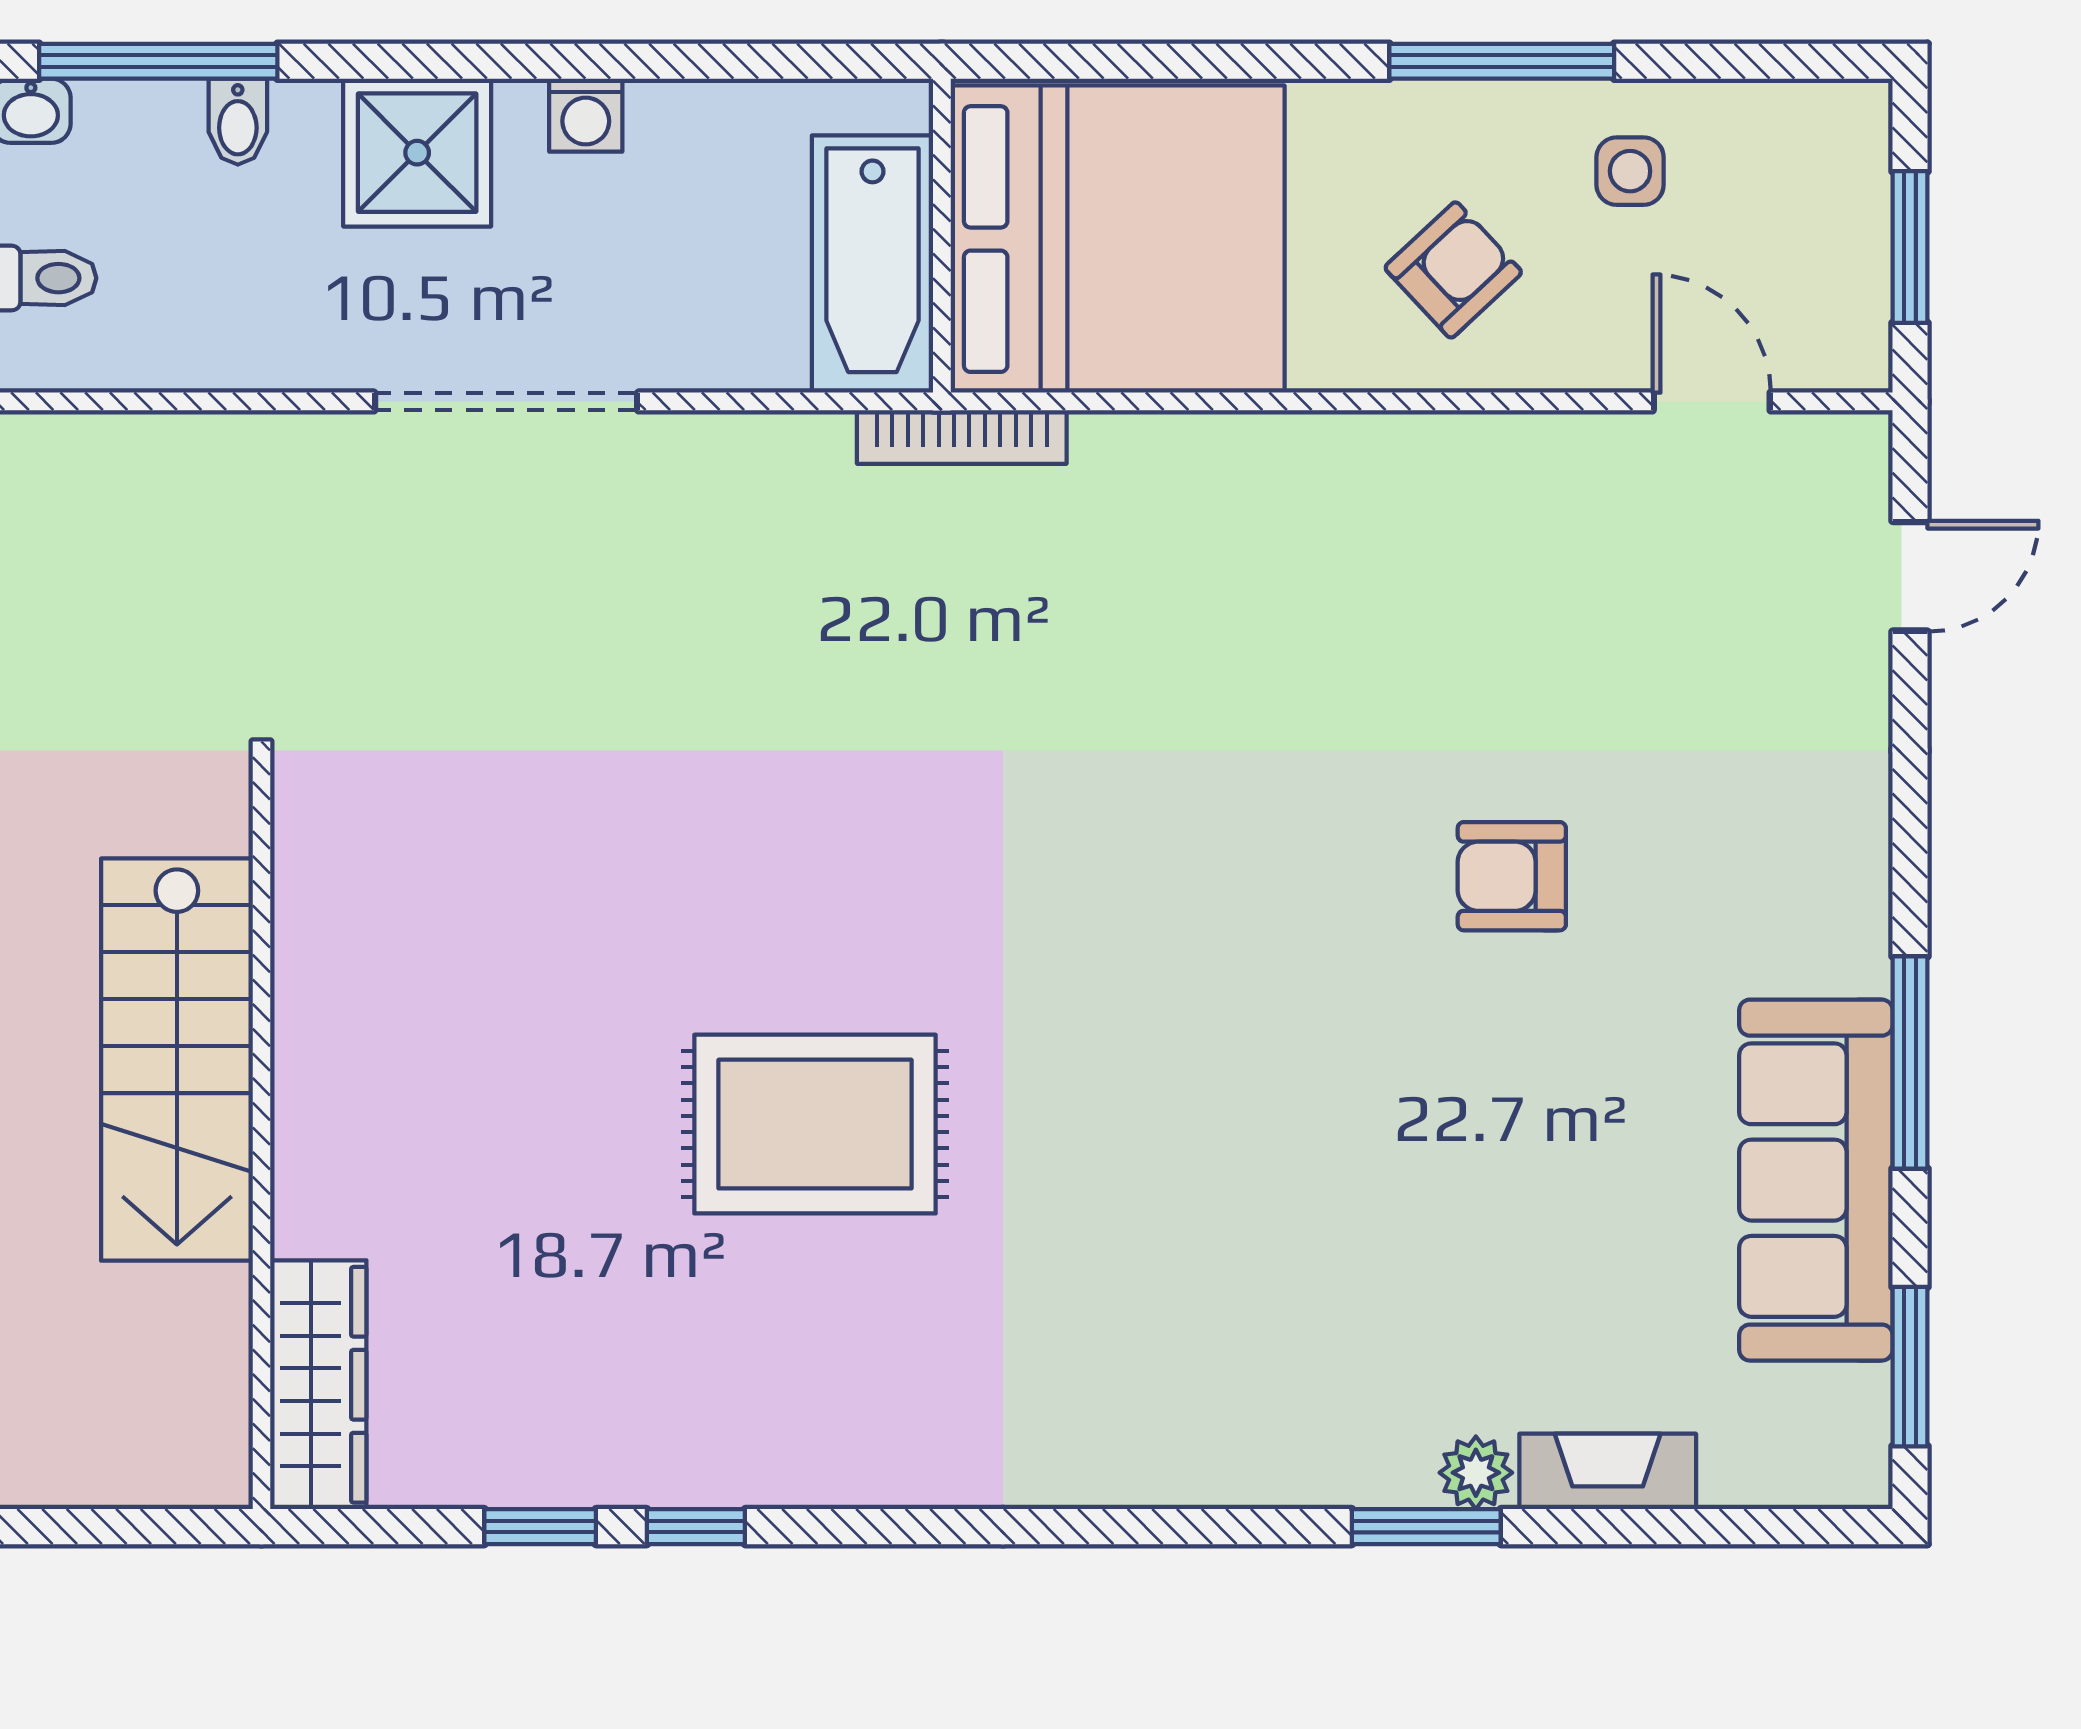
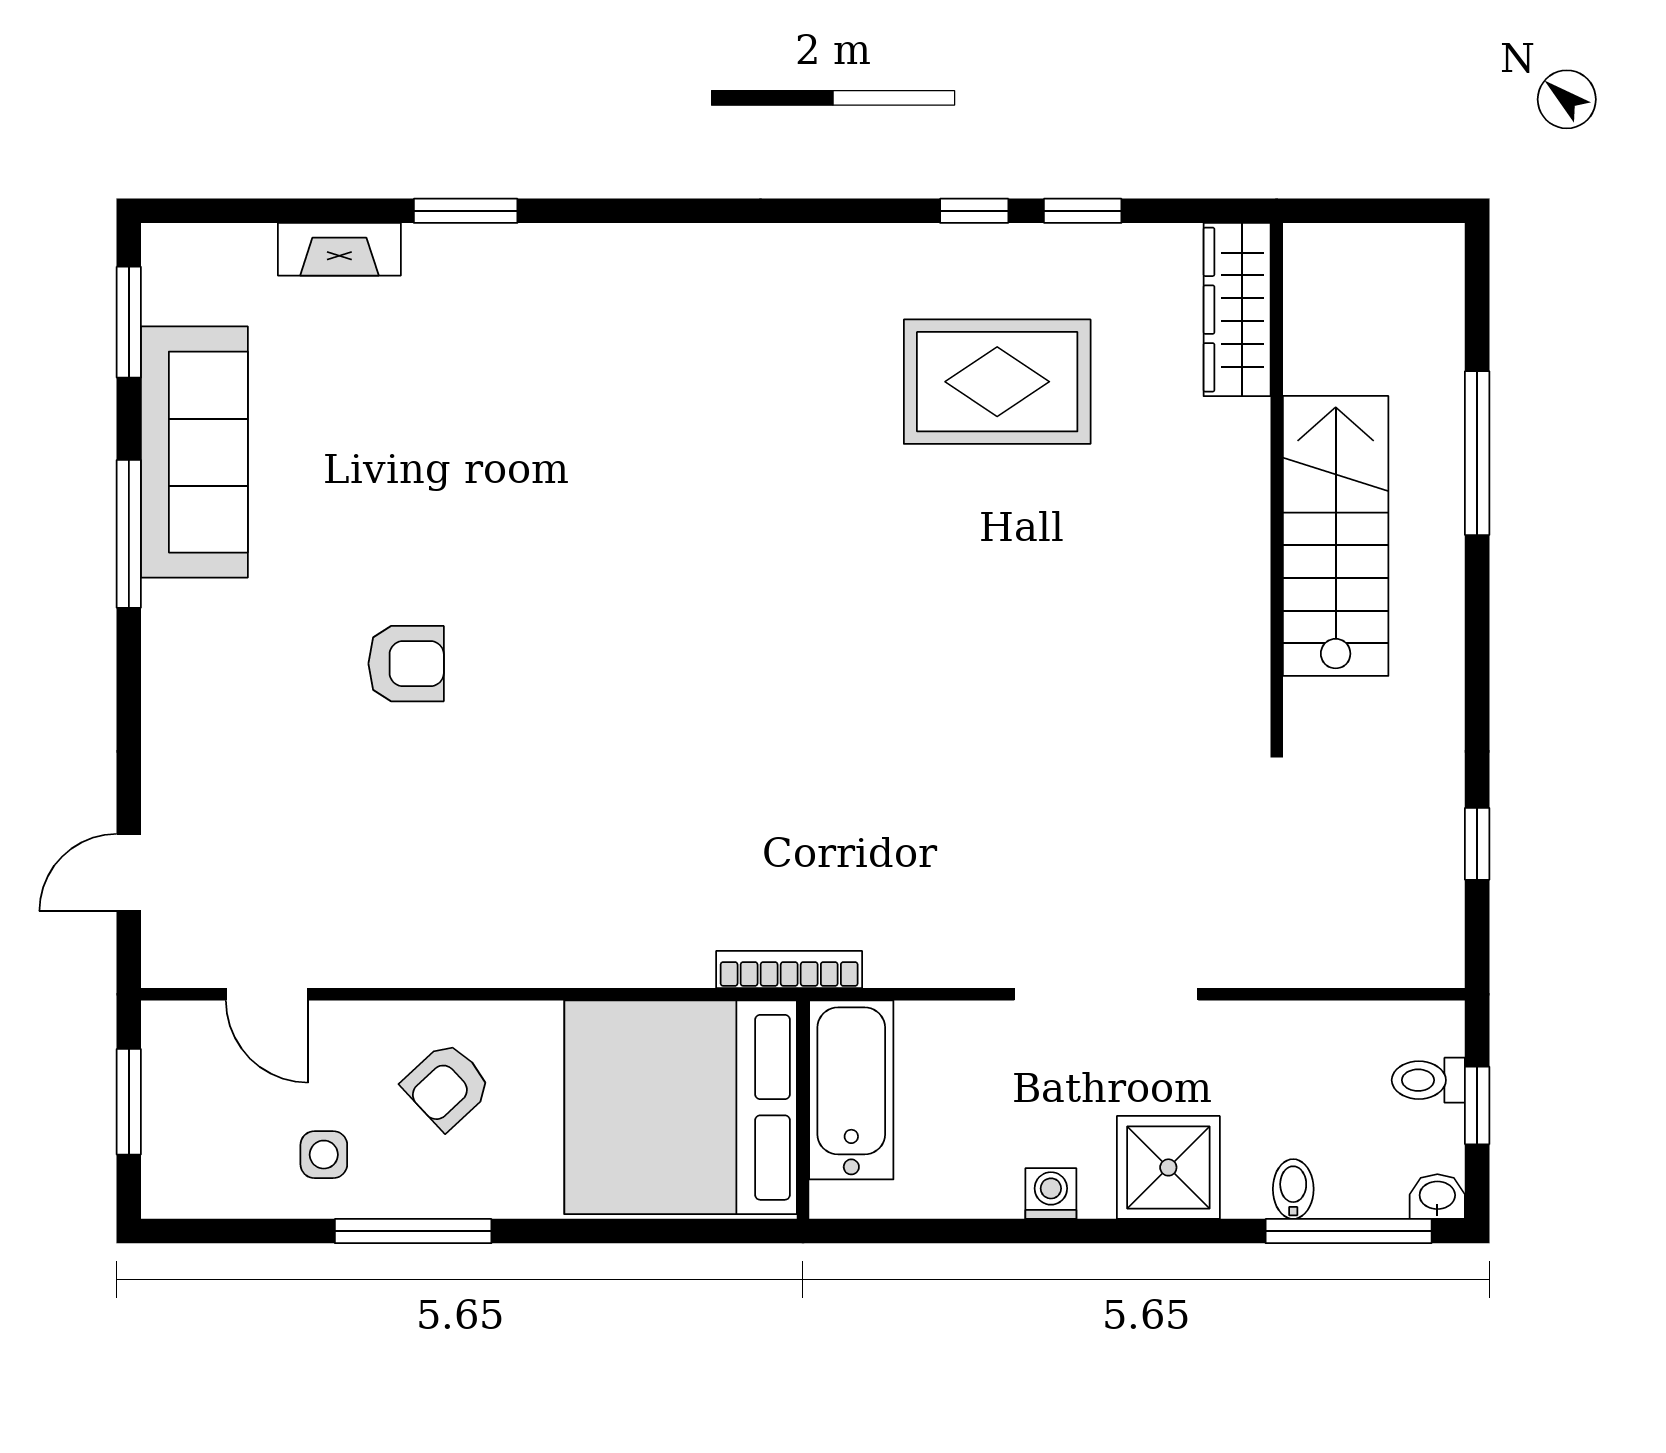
rug: (815, 1124) -> (997, 382), moved
plant: (1476, 1473) -> (431, 248), removed

